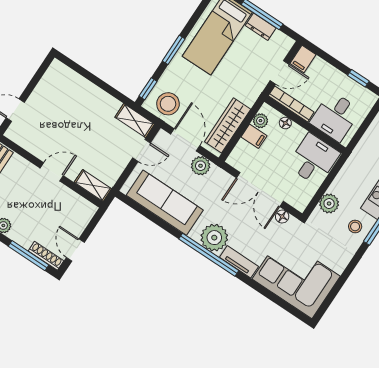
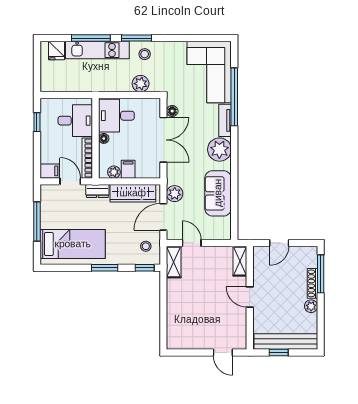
dresser: (261, 27) -> (97, 191), moved, turned 90
stool: (168, 104) -> (146, 246), width x0.53, depth x0.53
floor lamp: (285, 123) -> (104, 138), moved
sofa: (165, 203) -> (218, 193), width x0.73
door: (75, 250) -> (279, 243), moved
window: (209, 255) -> (234, 97), moved
shoe rack: (46, 256) -> (312, 283), moved

